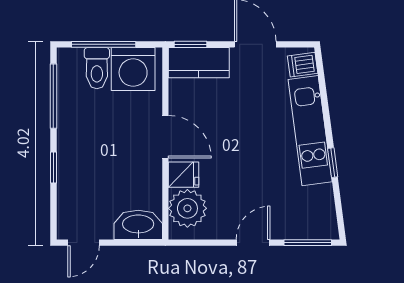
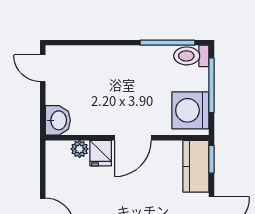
toilet: (97, 68) -> (191, 56), moved
window: (53, 168) -> (107, 43), removed
plant: (187, 208) -> (80, 149), width x0.53, depth x0.53
washbasin: (138, 225) -> (58, 120), width x0.72

